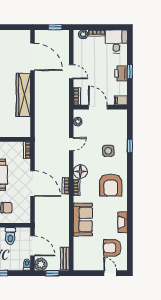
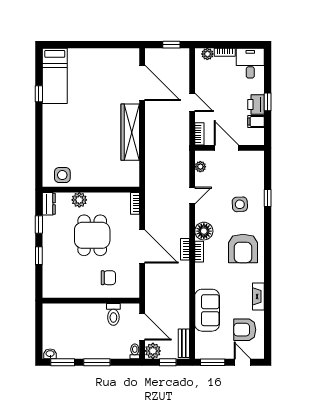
filing cabinet: (121, 100) -> (256, 122), moved
sofa: (83, 220) -> (207, 310), moved
window: (87, 273) -> (213, 362), added

